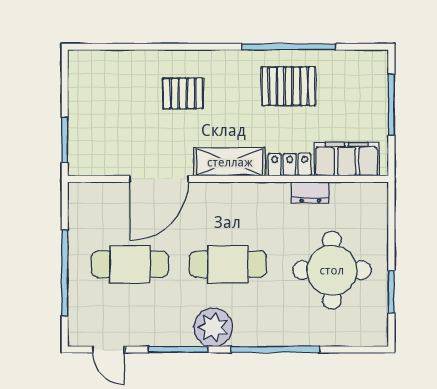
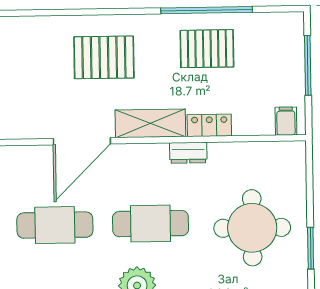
pallet: (183, 93) -> (104, 57), width x1.50, depth x1.42
filing cabinet: (347, 159) -> (286, 121), width x0.33, depth x0.86
dresser: (310, 192) -> (188, 153), moved

